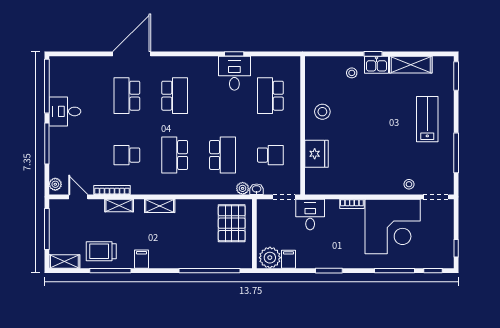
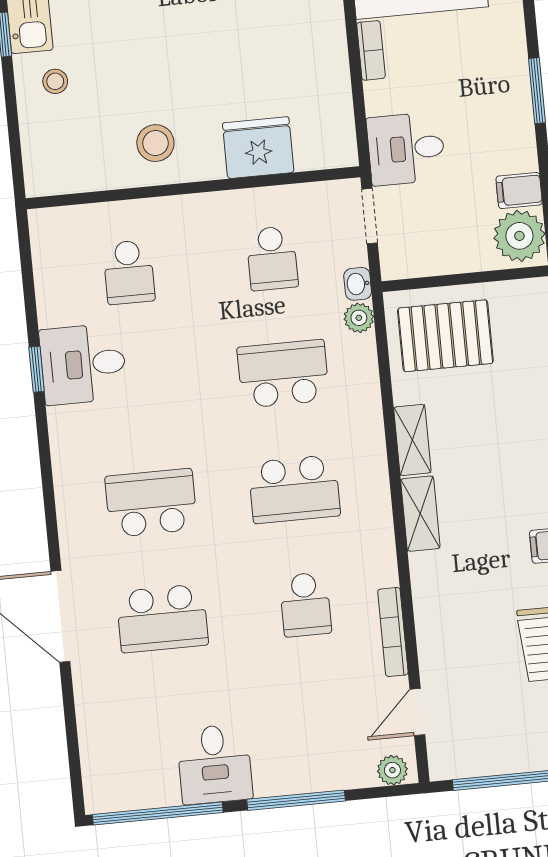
school desk: (270, 96) -> (129, 272), width x0.54
school desk: (270, 155) -> (272, 258), turned 180
shelving: (119, 206) -> (412, 440), moved

